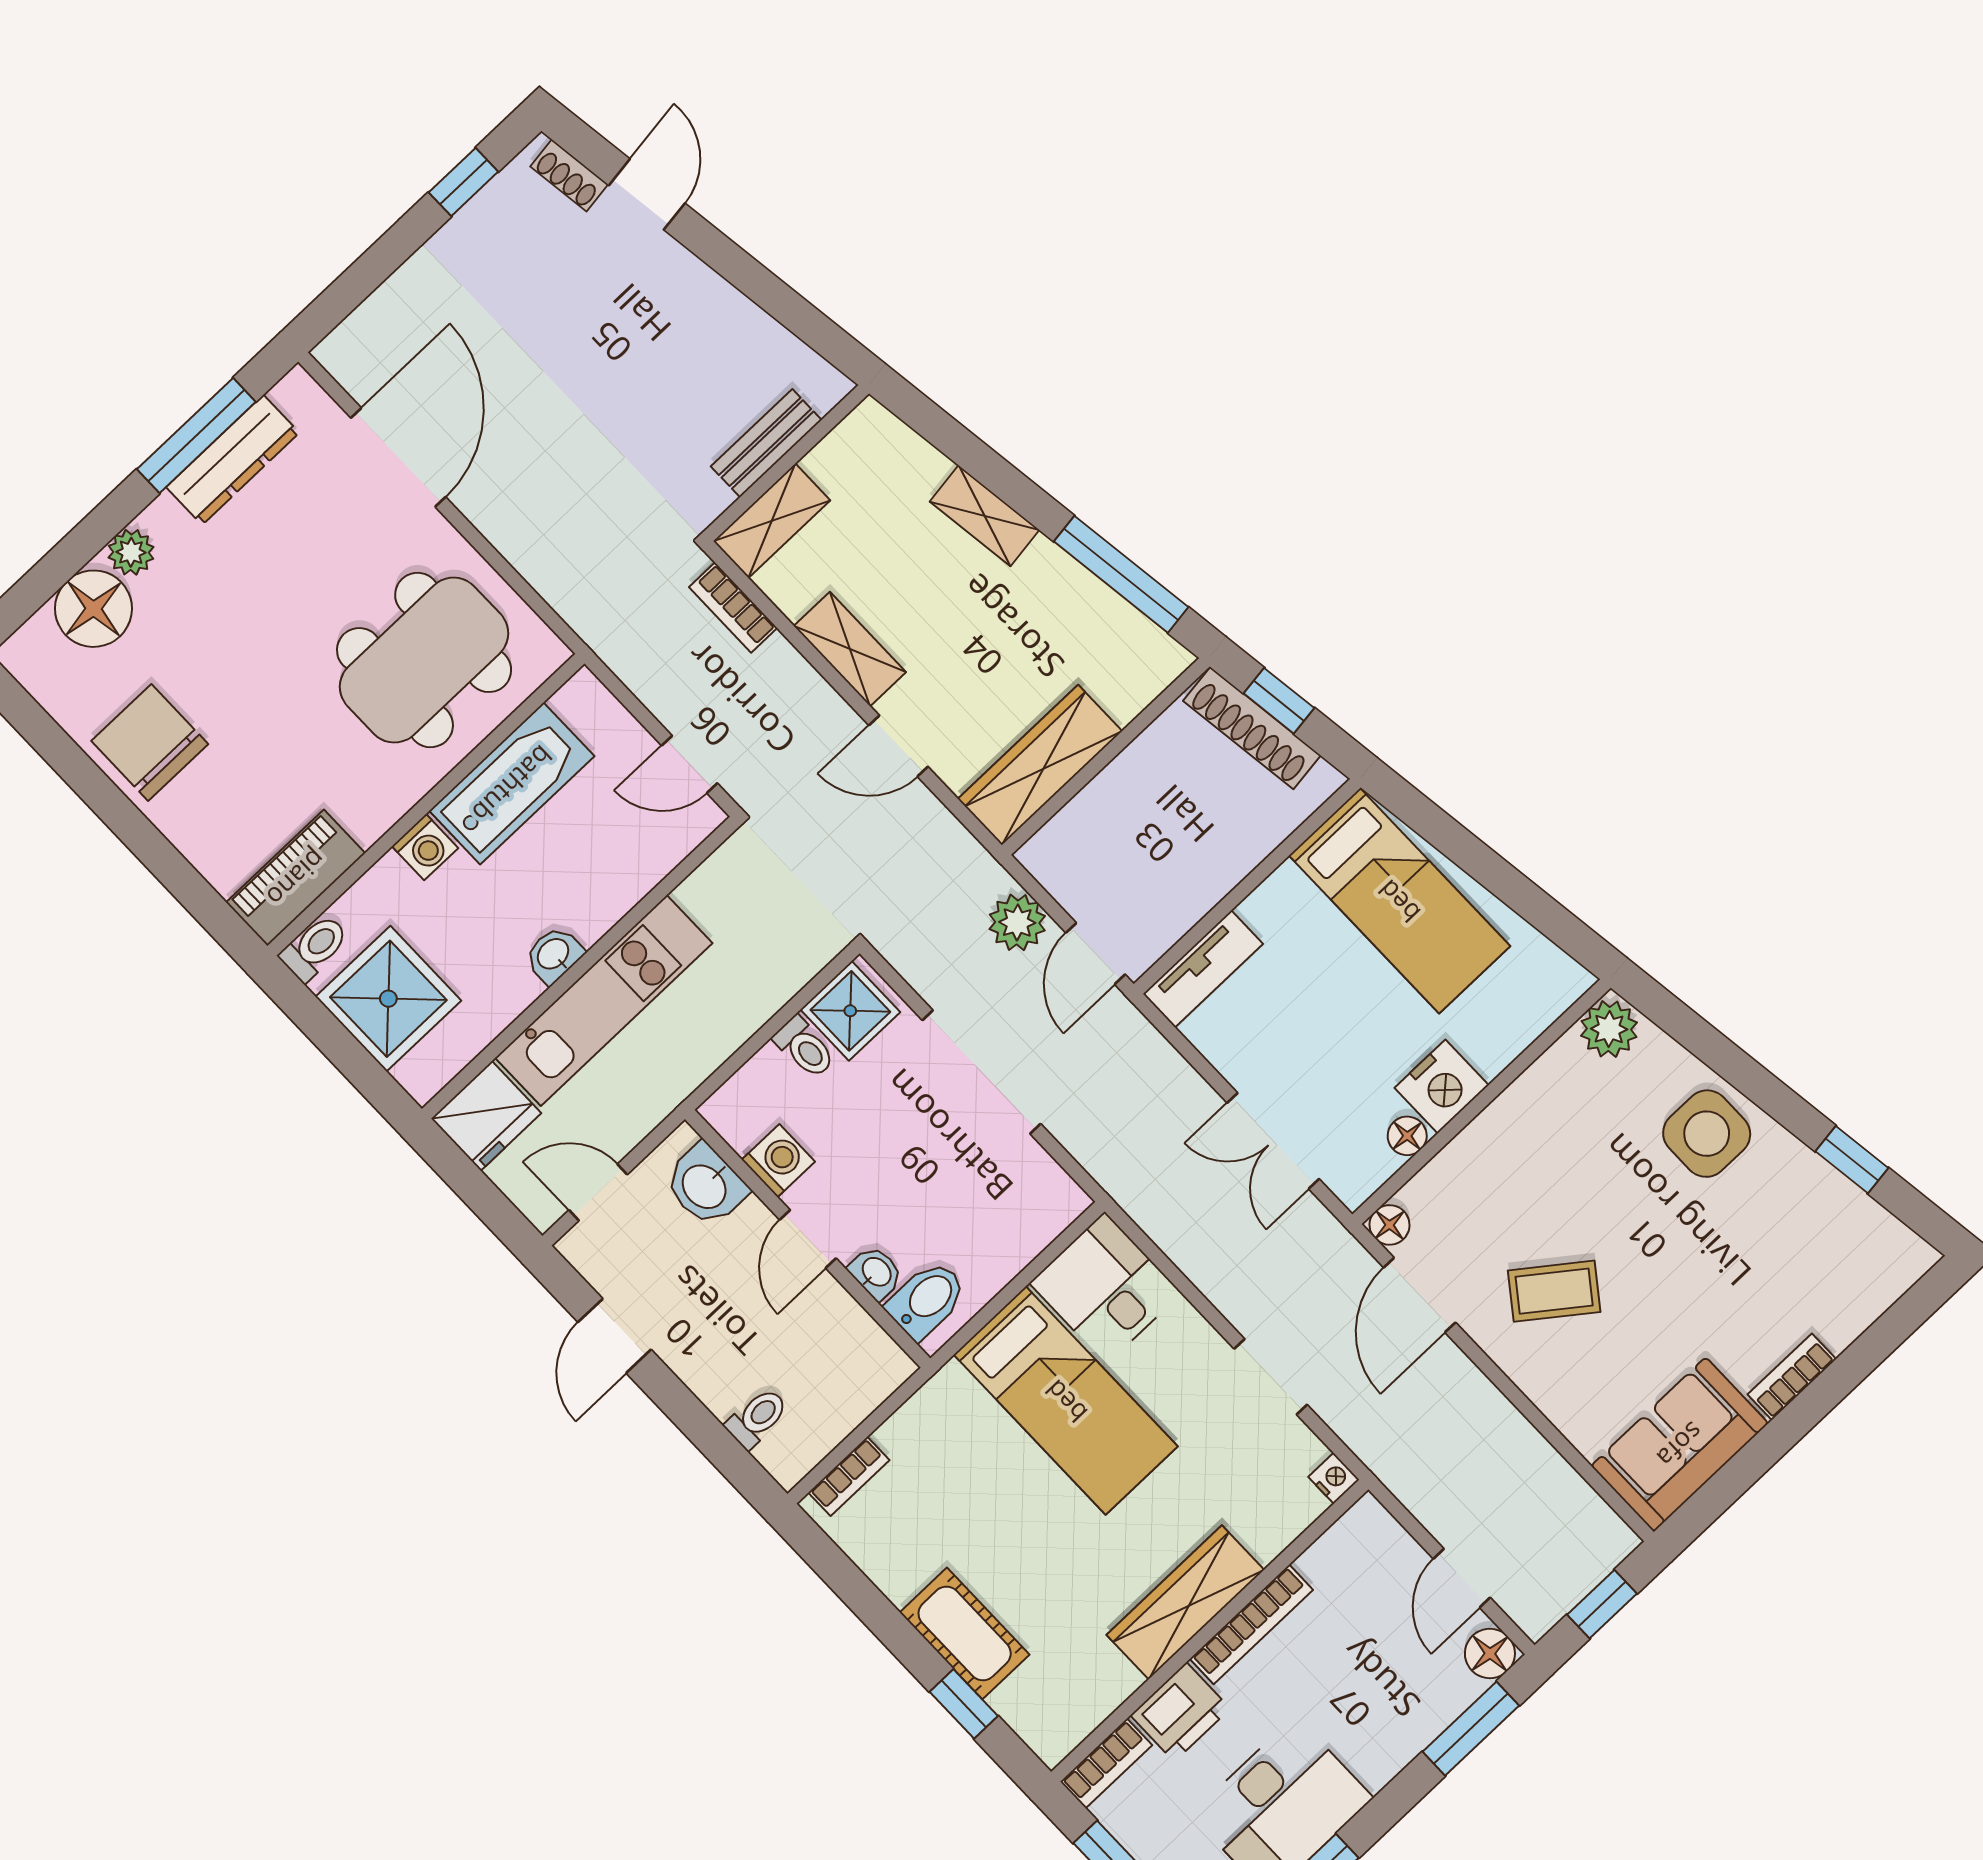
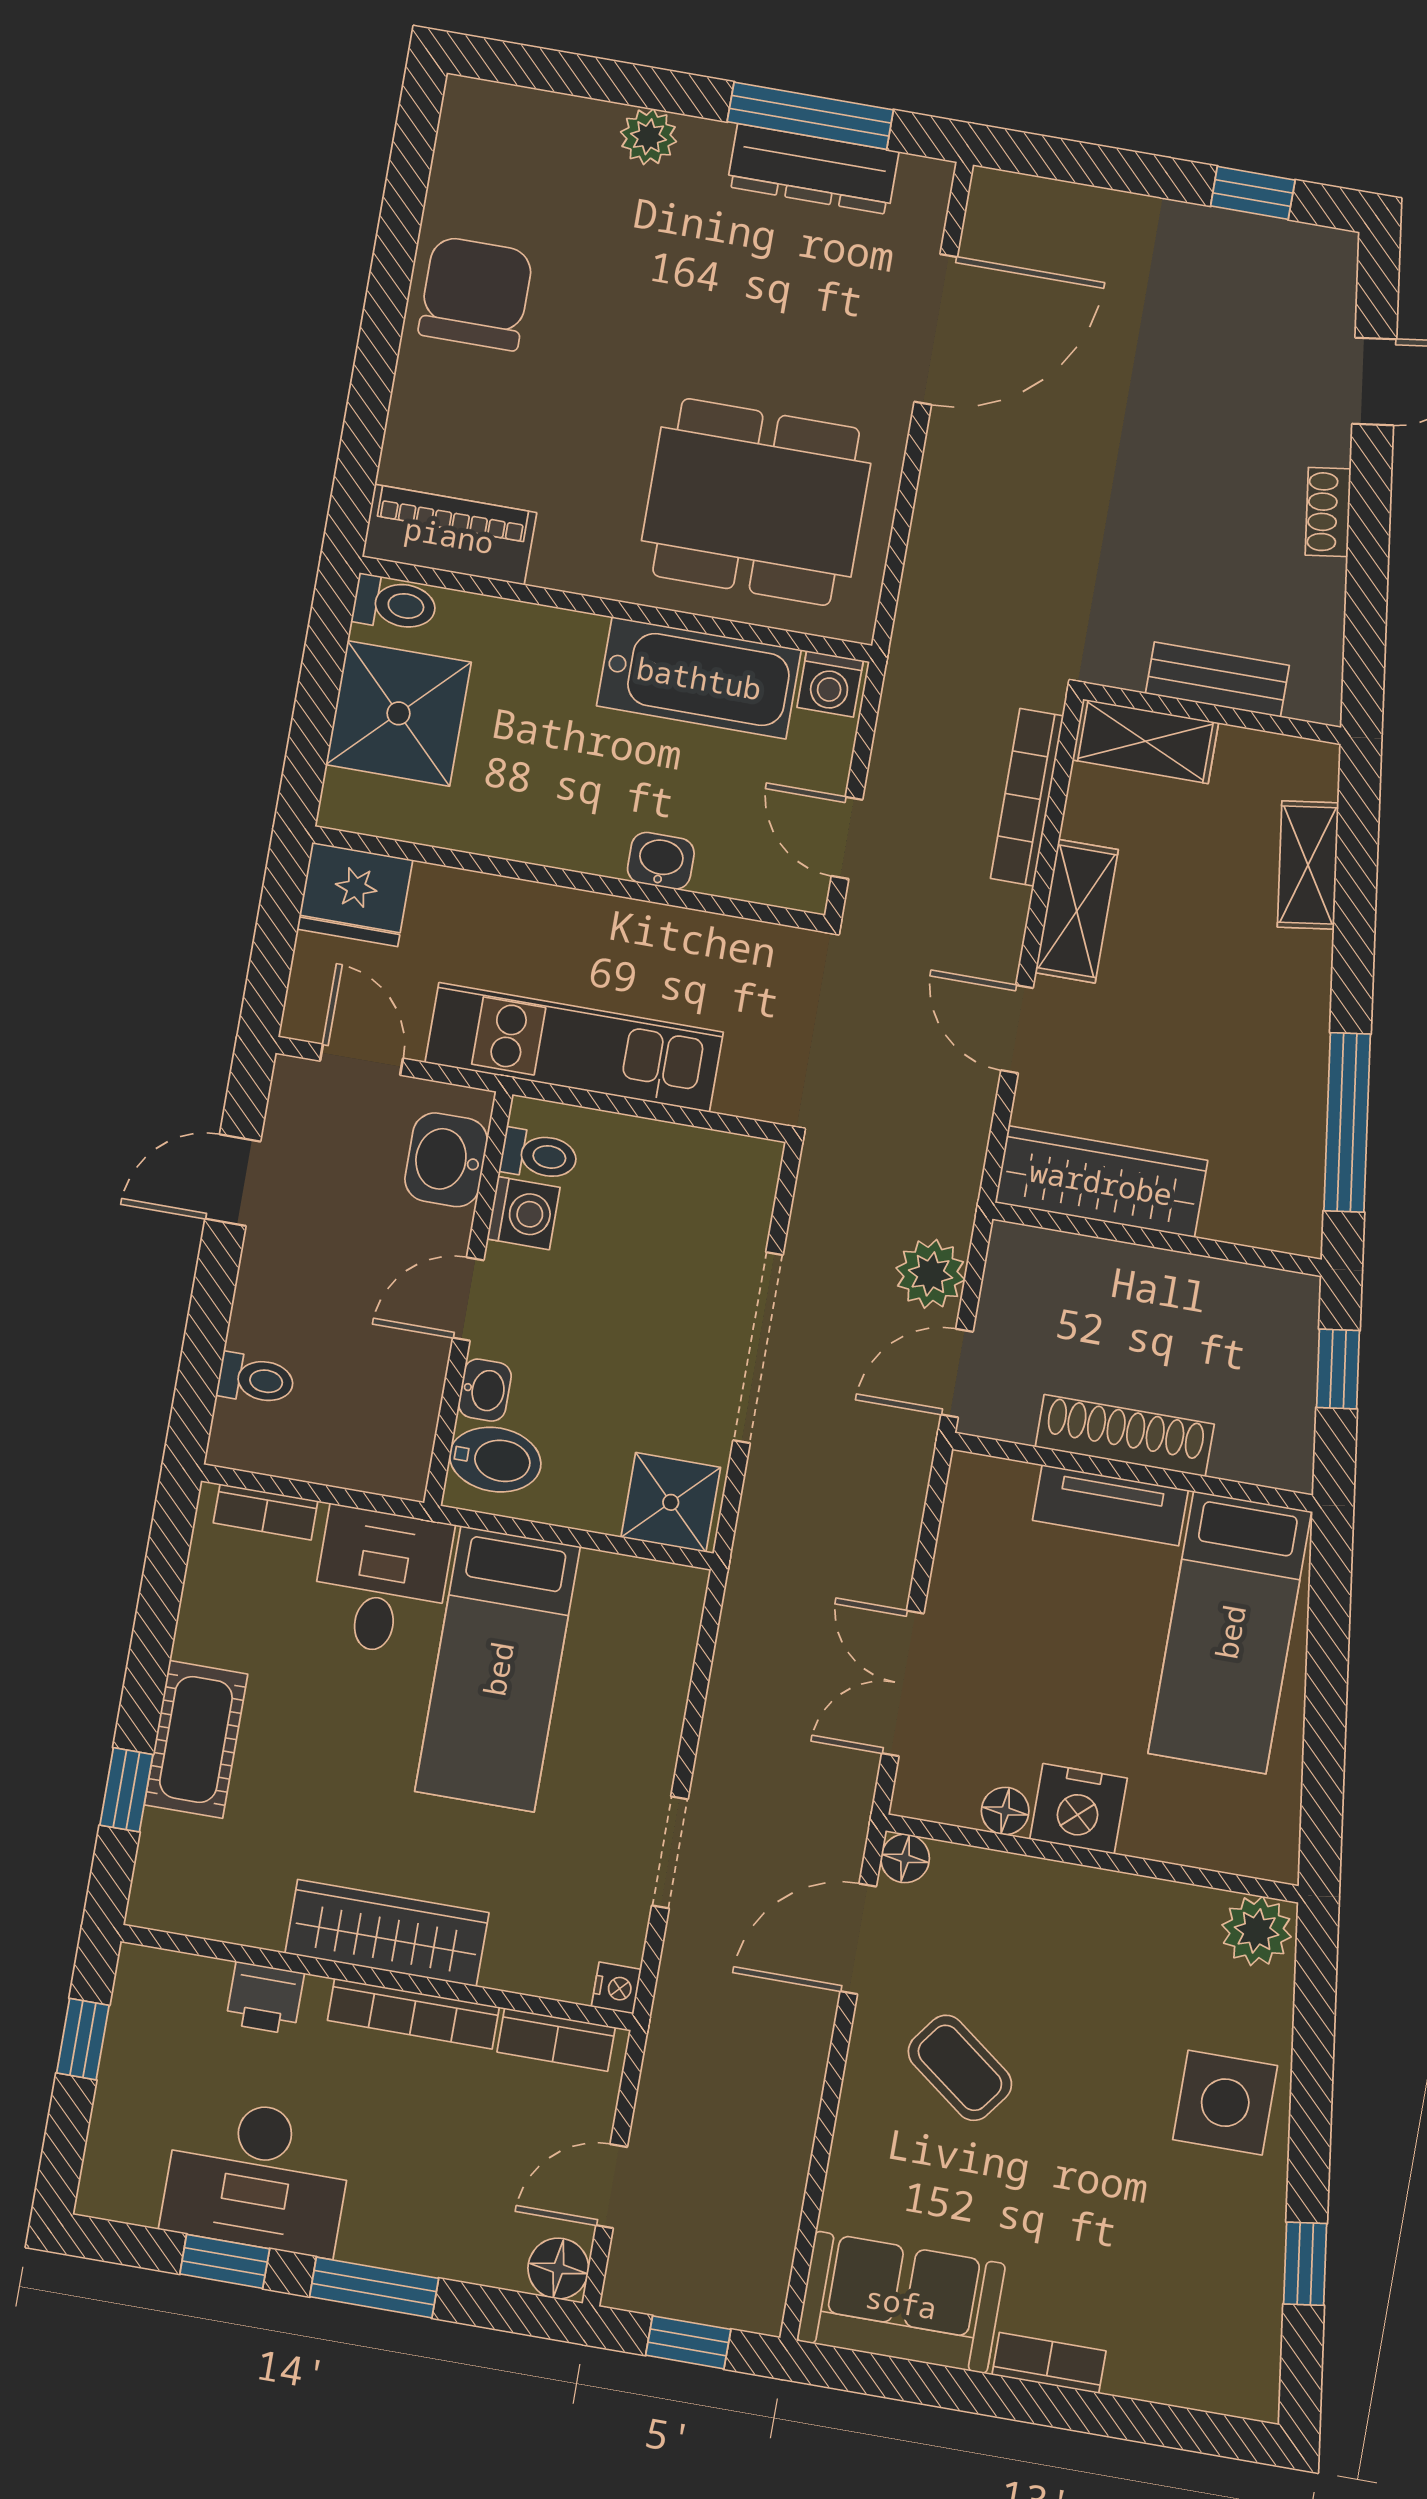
shoe rack: (569, 176) -> (1328, 512), moved
shelving: (985, 516) -> (1308, 865), moved
bookcase: (733, 608) -> (1027, 797), width x1.56
floor lamp: (93, 609) -> (566, 141), removed
shoe rack: (1252, 728) -> (1125, 1436), moved, turned 98
washing machine: (425, 847) -> (830, 684), moved
washbasin: (554, 955) -> (661, 861), moved
tv unit: (1203, 969) -> (1110, 1505), moved
kitchen unit: (604, 1001) -> (574, 1047), moved, turned 180
shower: (850, 1011) -> (671, 1502), moved
toilet: (804, 1047) -> (539, 1155), moved, turned -90
desk: (1105, 1288) -> (381, 1582), moved
printer: (1180, 1712) -> (265, 1998), width x0.73, depth x0.81
window: (1471, 1729) -> (374, 2288), moved
bookcase: (1106, 1763) -> (556, 2040), moved

